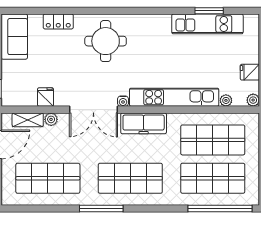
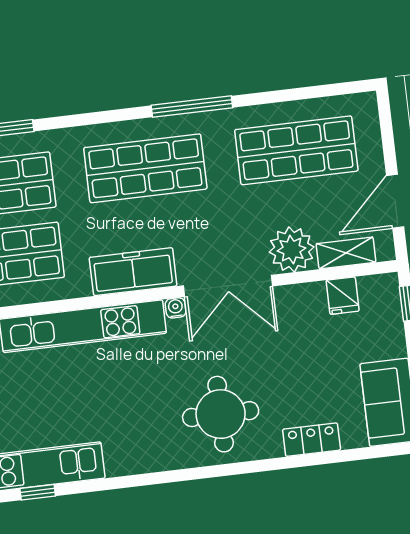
window: (209, 11) -> (38, 492), width x0.67
fridge: (46, 97) -> (343, 296), moved
double door: (93, 110) -> (228, 286), swing flipped
plant: (51, 119) -> (292, 250), width x1.88, depth x1.88

